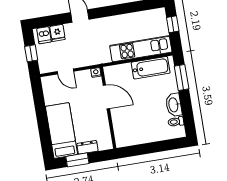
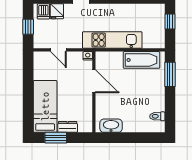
kitchen unit: (141, 49) -> (112, 40), moved
washbasin: (174, 105) -> (111, 126), moved, turned 90

